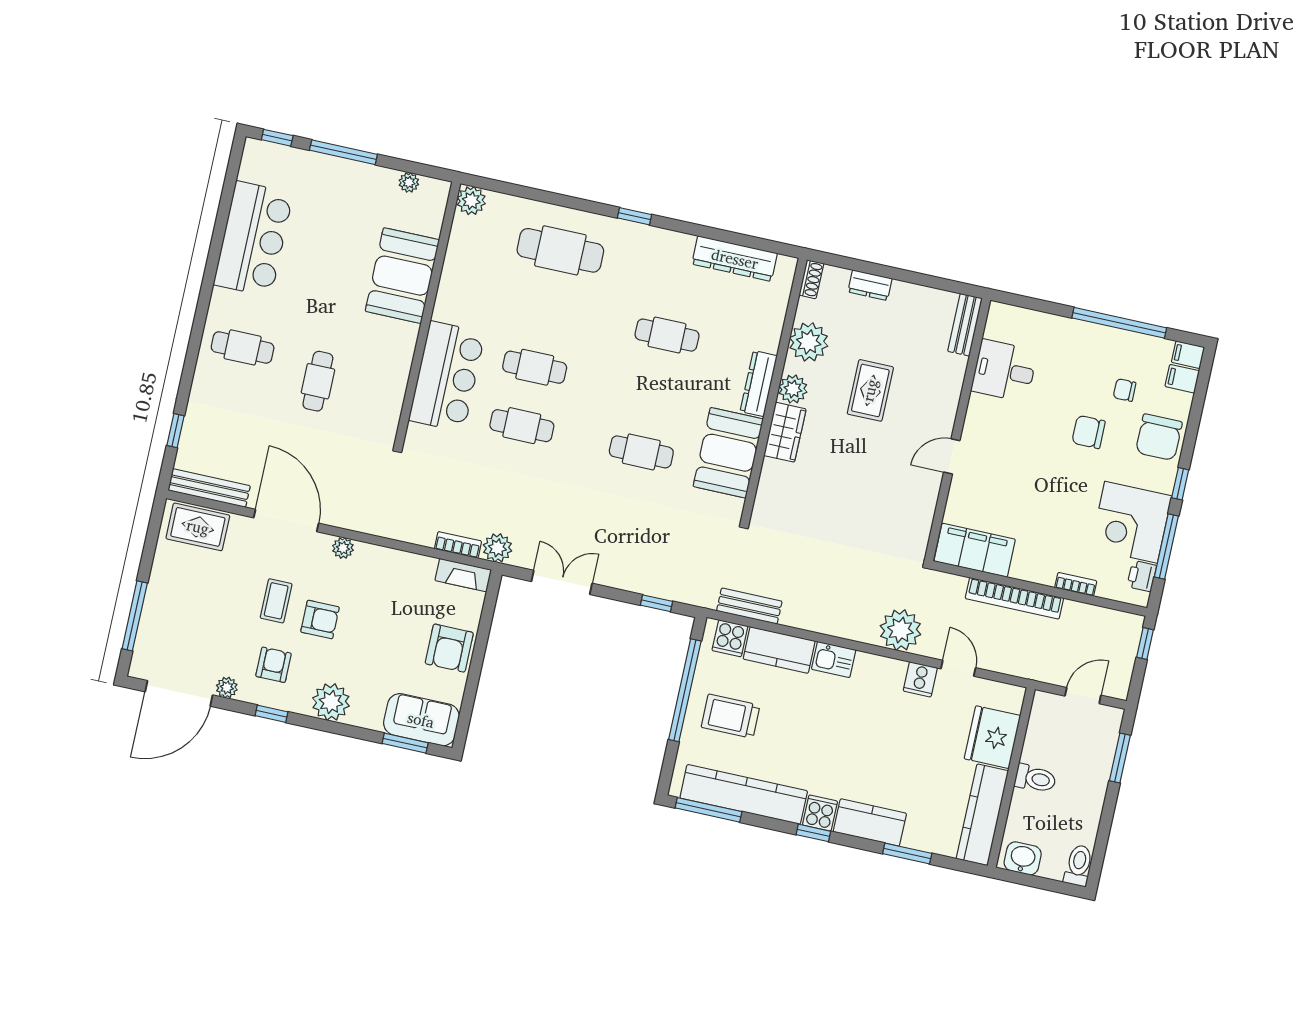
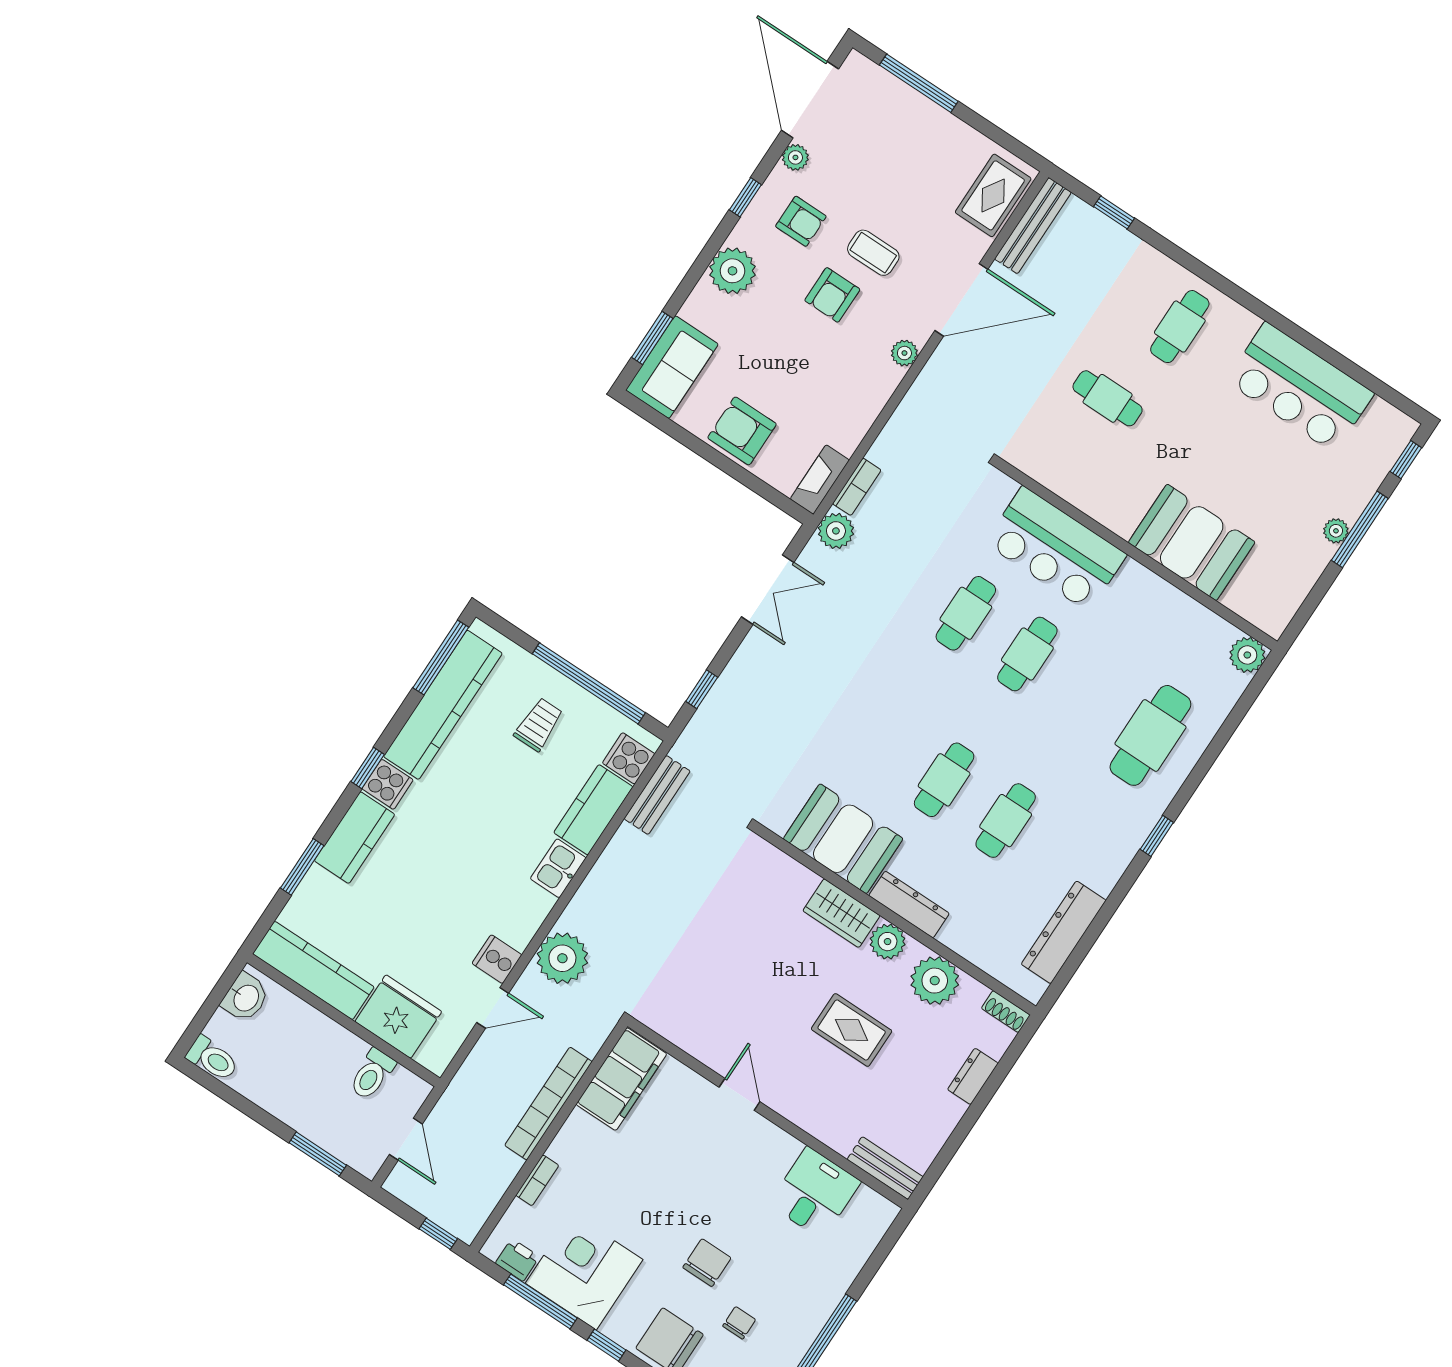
plant: (409, 182) -> (1336, 531), moved
cafe table: (641, 452) -> (944, 780), moved
trolley: (731, 716) -> (539, 724), width x0.73, depth x0.72
toilet: (1035, 779) -> (372, 1074), moved

